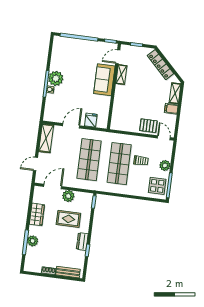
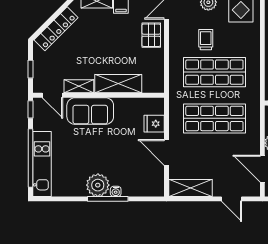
kitchen unit: (74, 44) -> (42, 164), added
shelving: (120, 100) -> (118, 84), added

